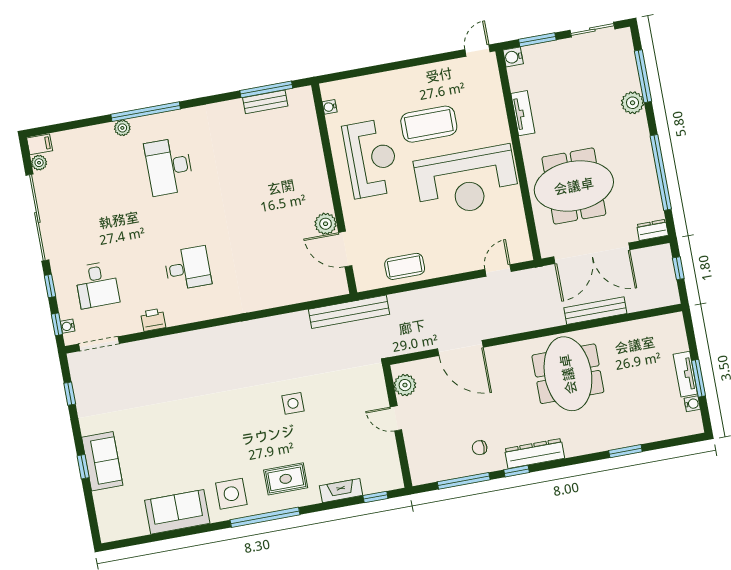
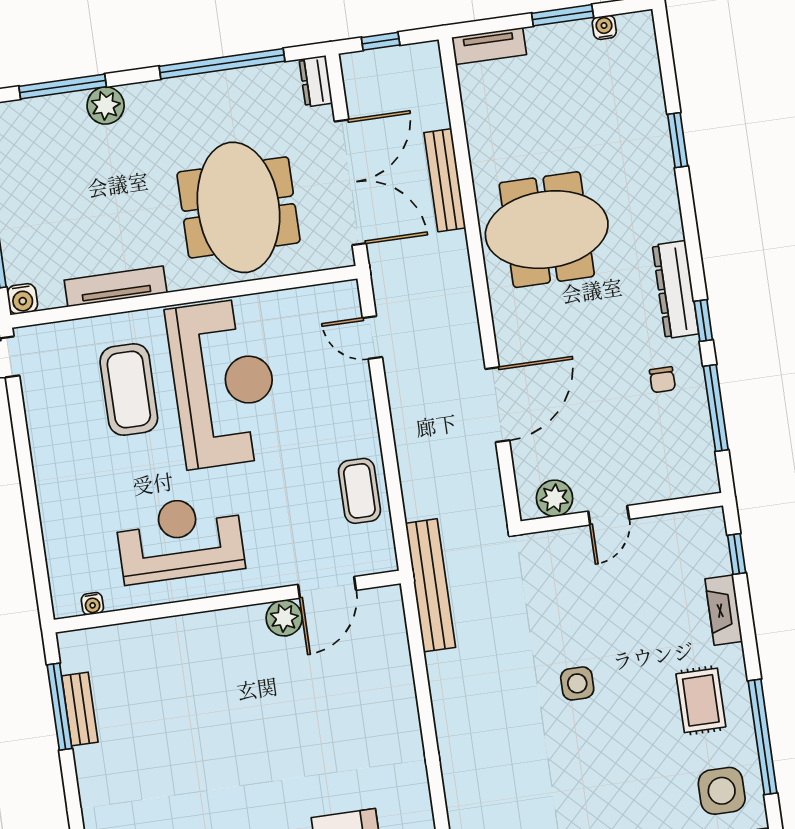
tv unit: (523, 113) -> (116, 286), width x1.41
coffee table: (429, 124) -> (129, 389), moved
tv unit: (685, 374) -> (489, 46), moved

